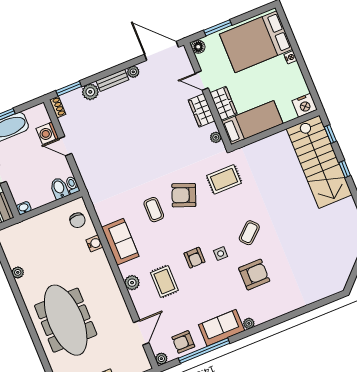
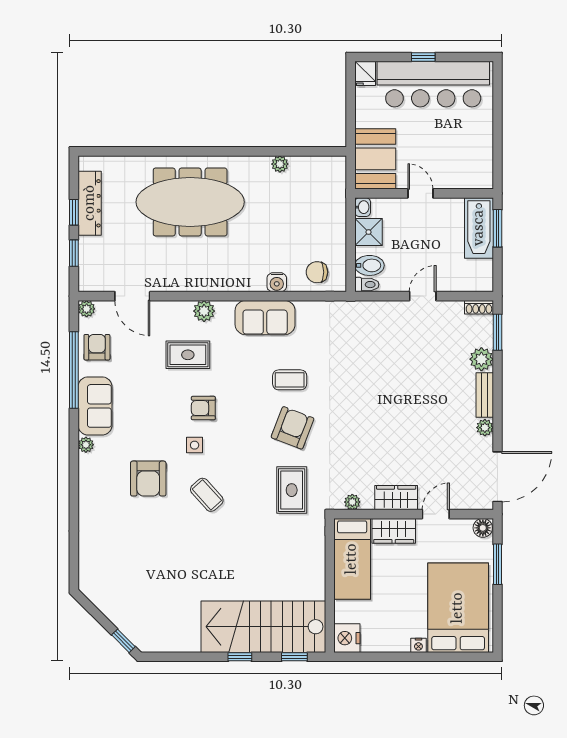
washing machine: (47, 133) -> (450, 279), removed
shower: (38, 198) -> (369, 232), added

